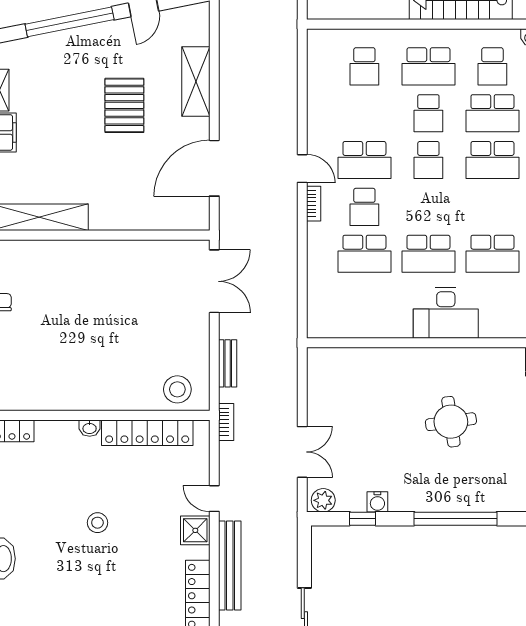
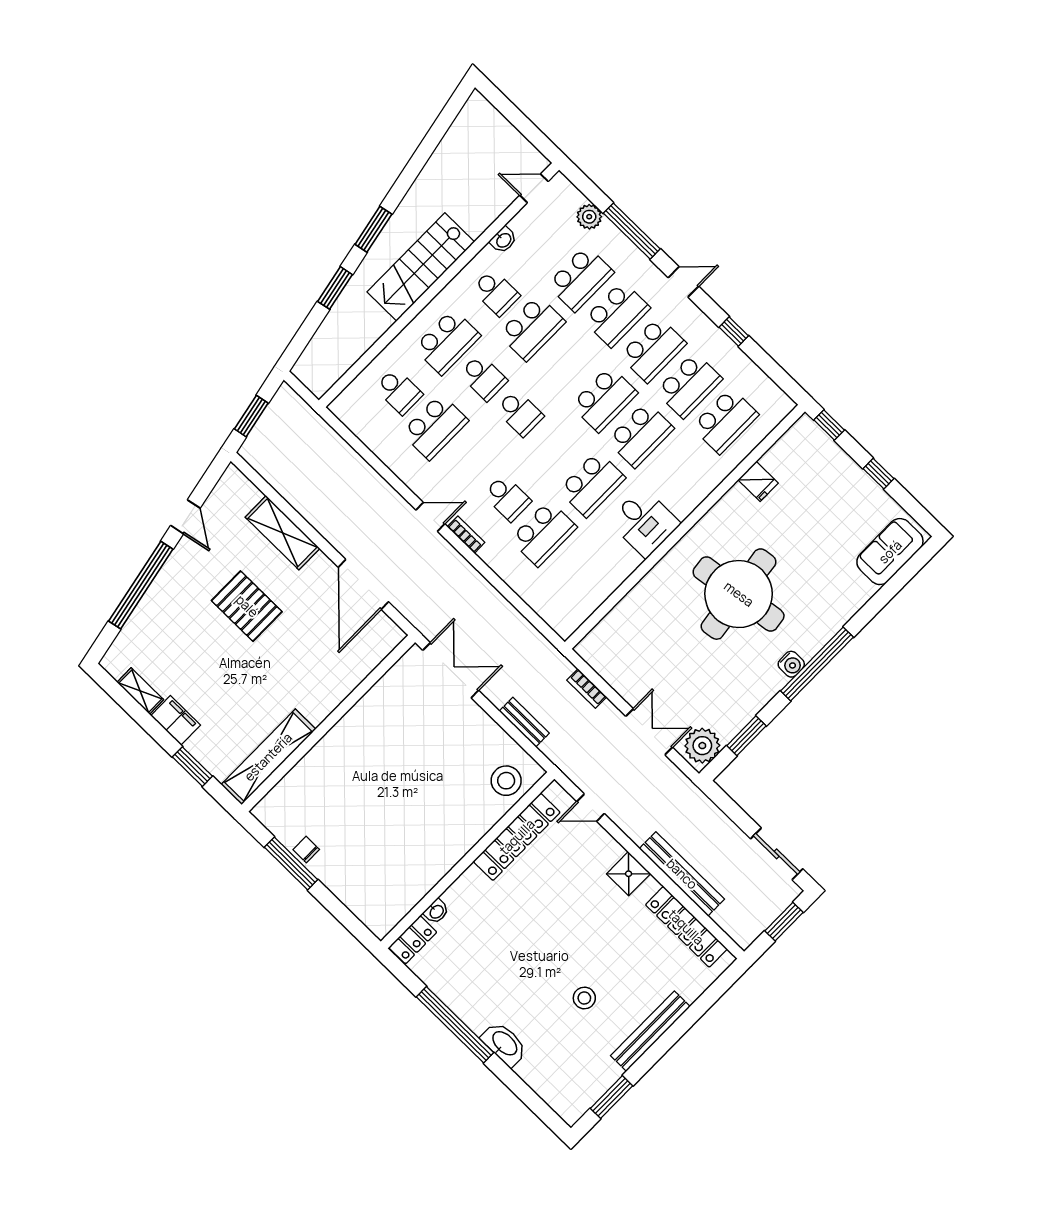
school desk: (364, 160) -> (435, 427), moved
school desk: (492, 160) -> (604, 399), moved
desk: (446, 313) -> (644, 522), width x0.73
bookcase: (226, 422) -> (587, 689), moved, turned 180
round table: (451, 422) -> (739, 594), width x1.86, depth x1.86
washbasin: (90, 428) -> (436, 911), moved
door: (214, 499) -> (590, 808), moved
plant: (323, 500) -> (702, 746), width x1.36, depth x1.36
water cooler: (377, 502) -> (791, 664), moved
window: (363, 519) -> (746, 736), width x1.50
stool: (97, 523) -> (584, 998), moved

